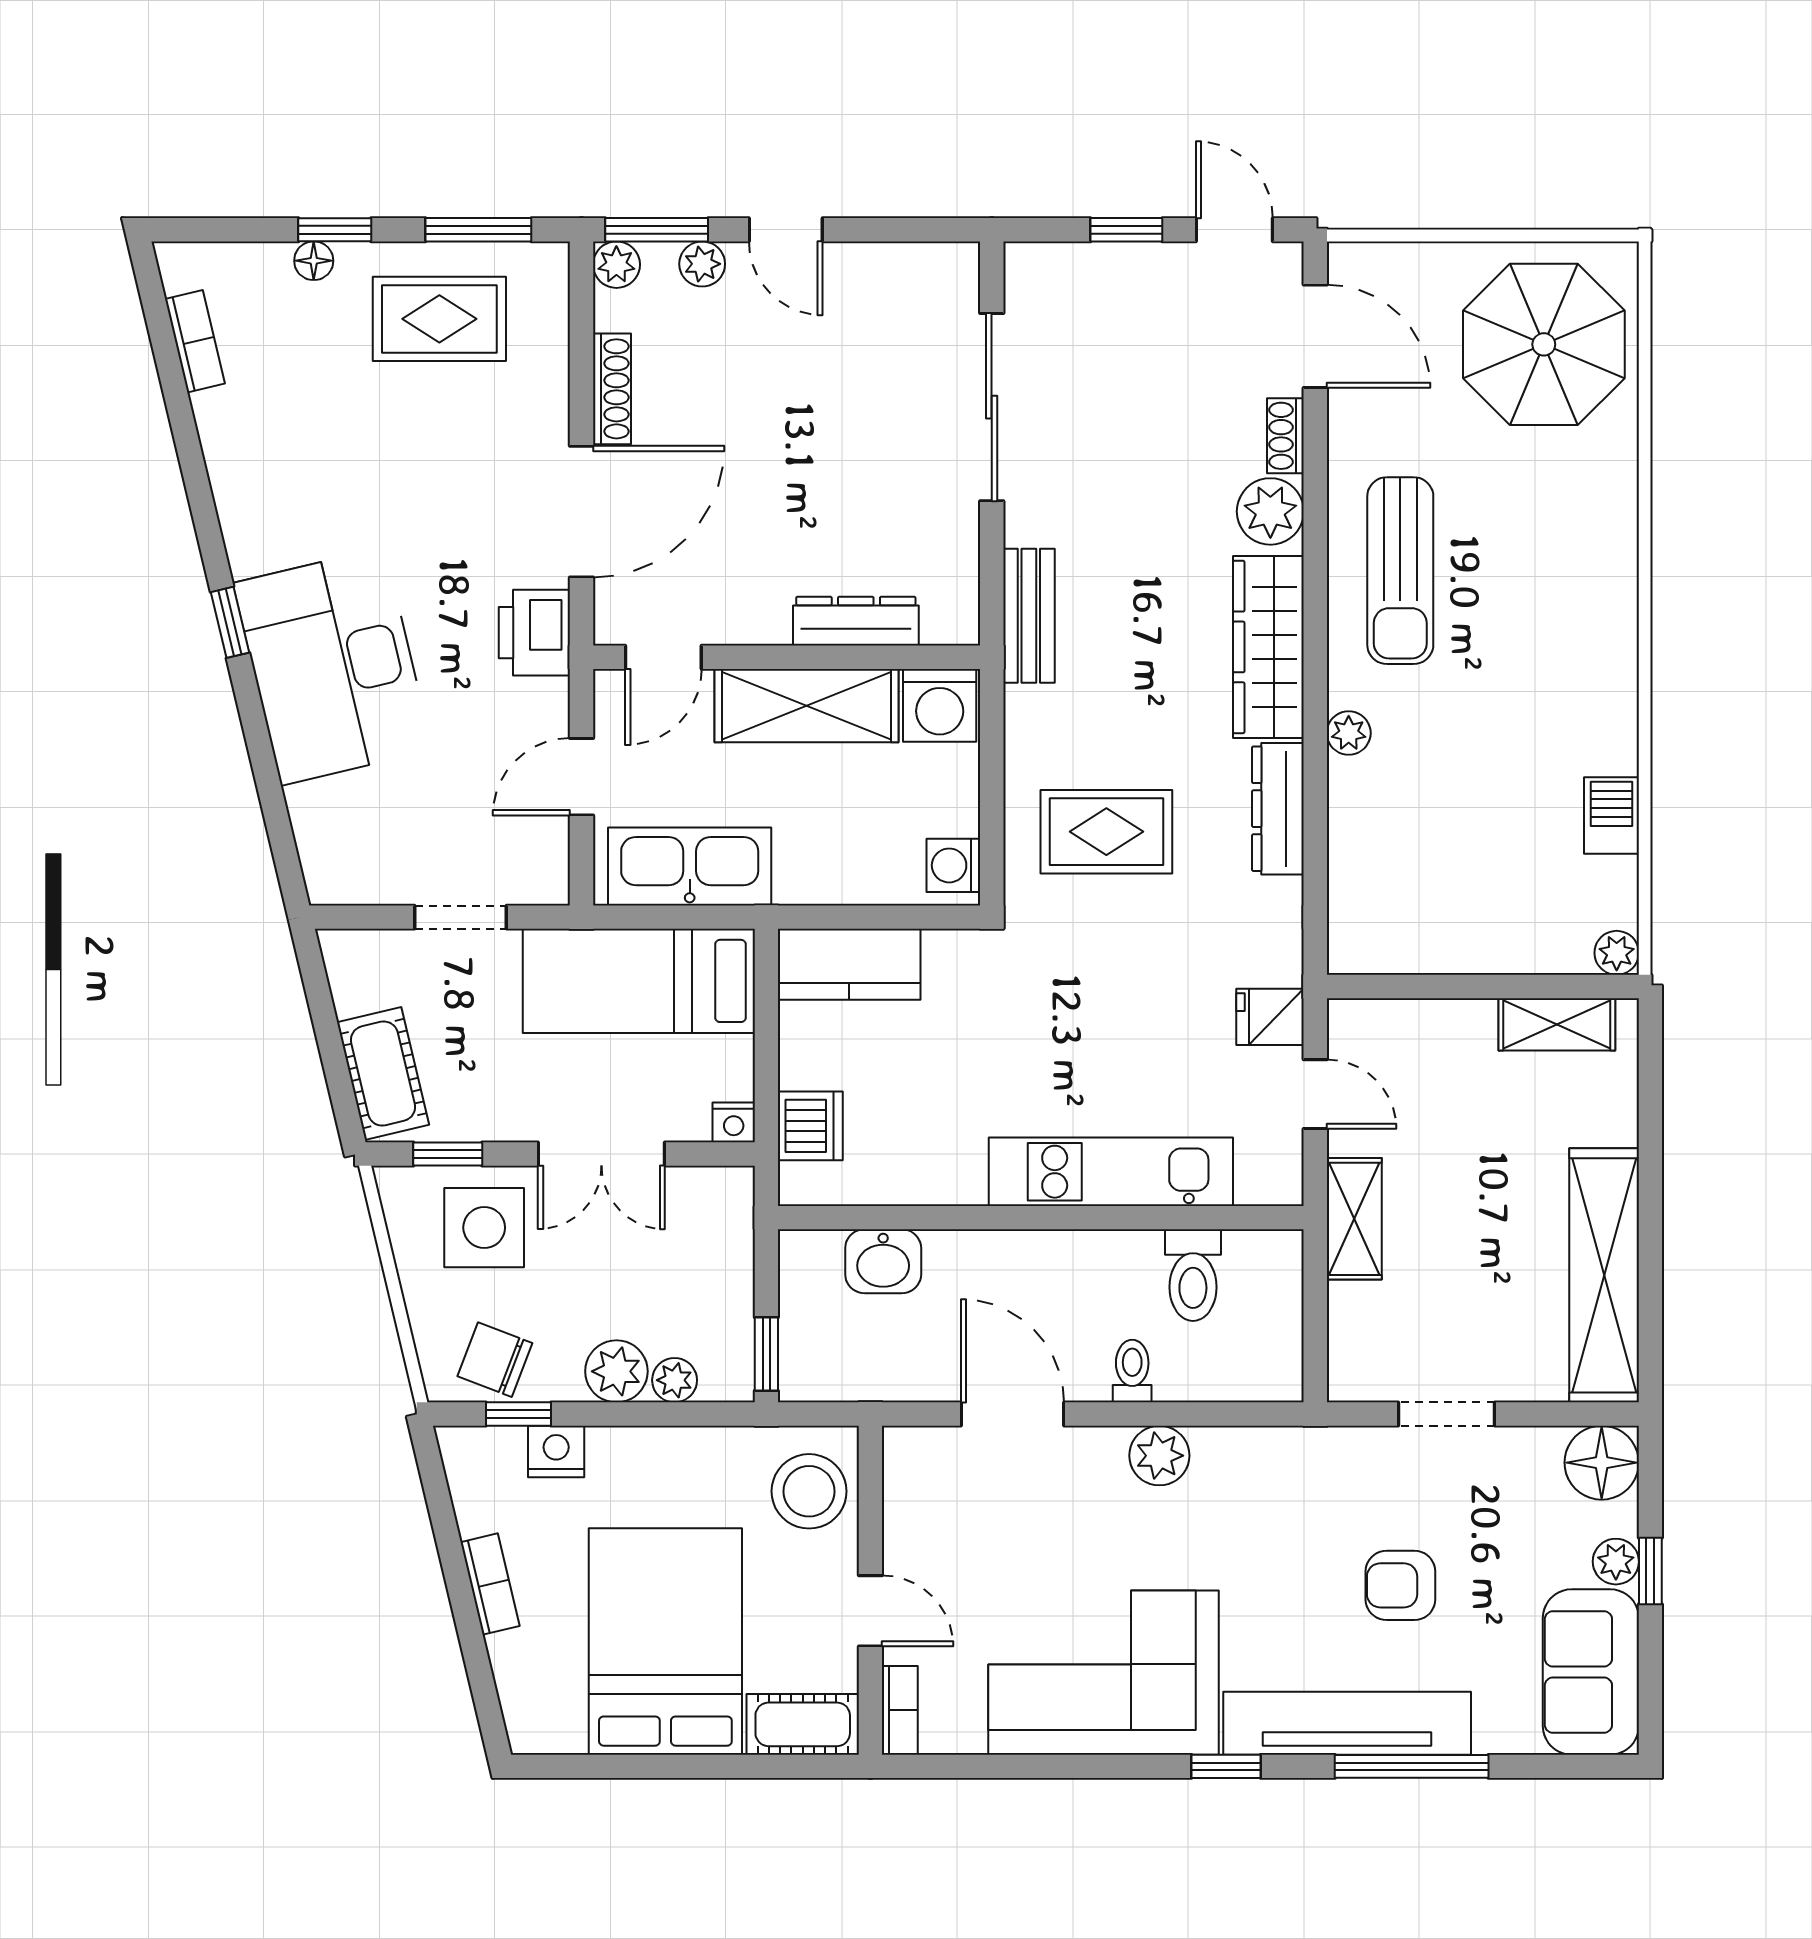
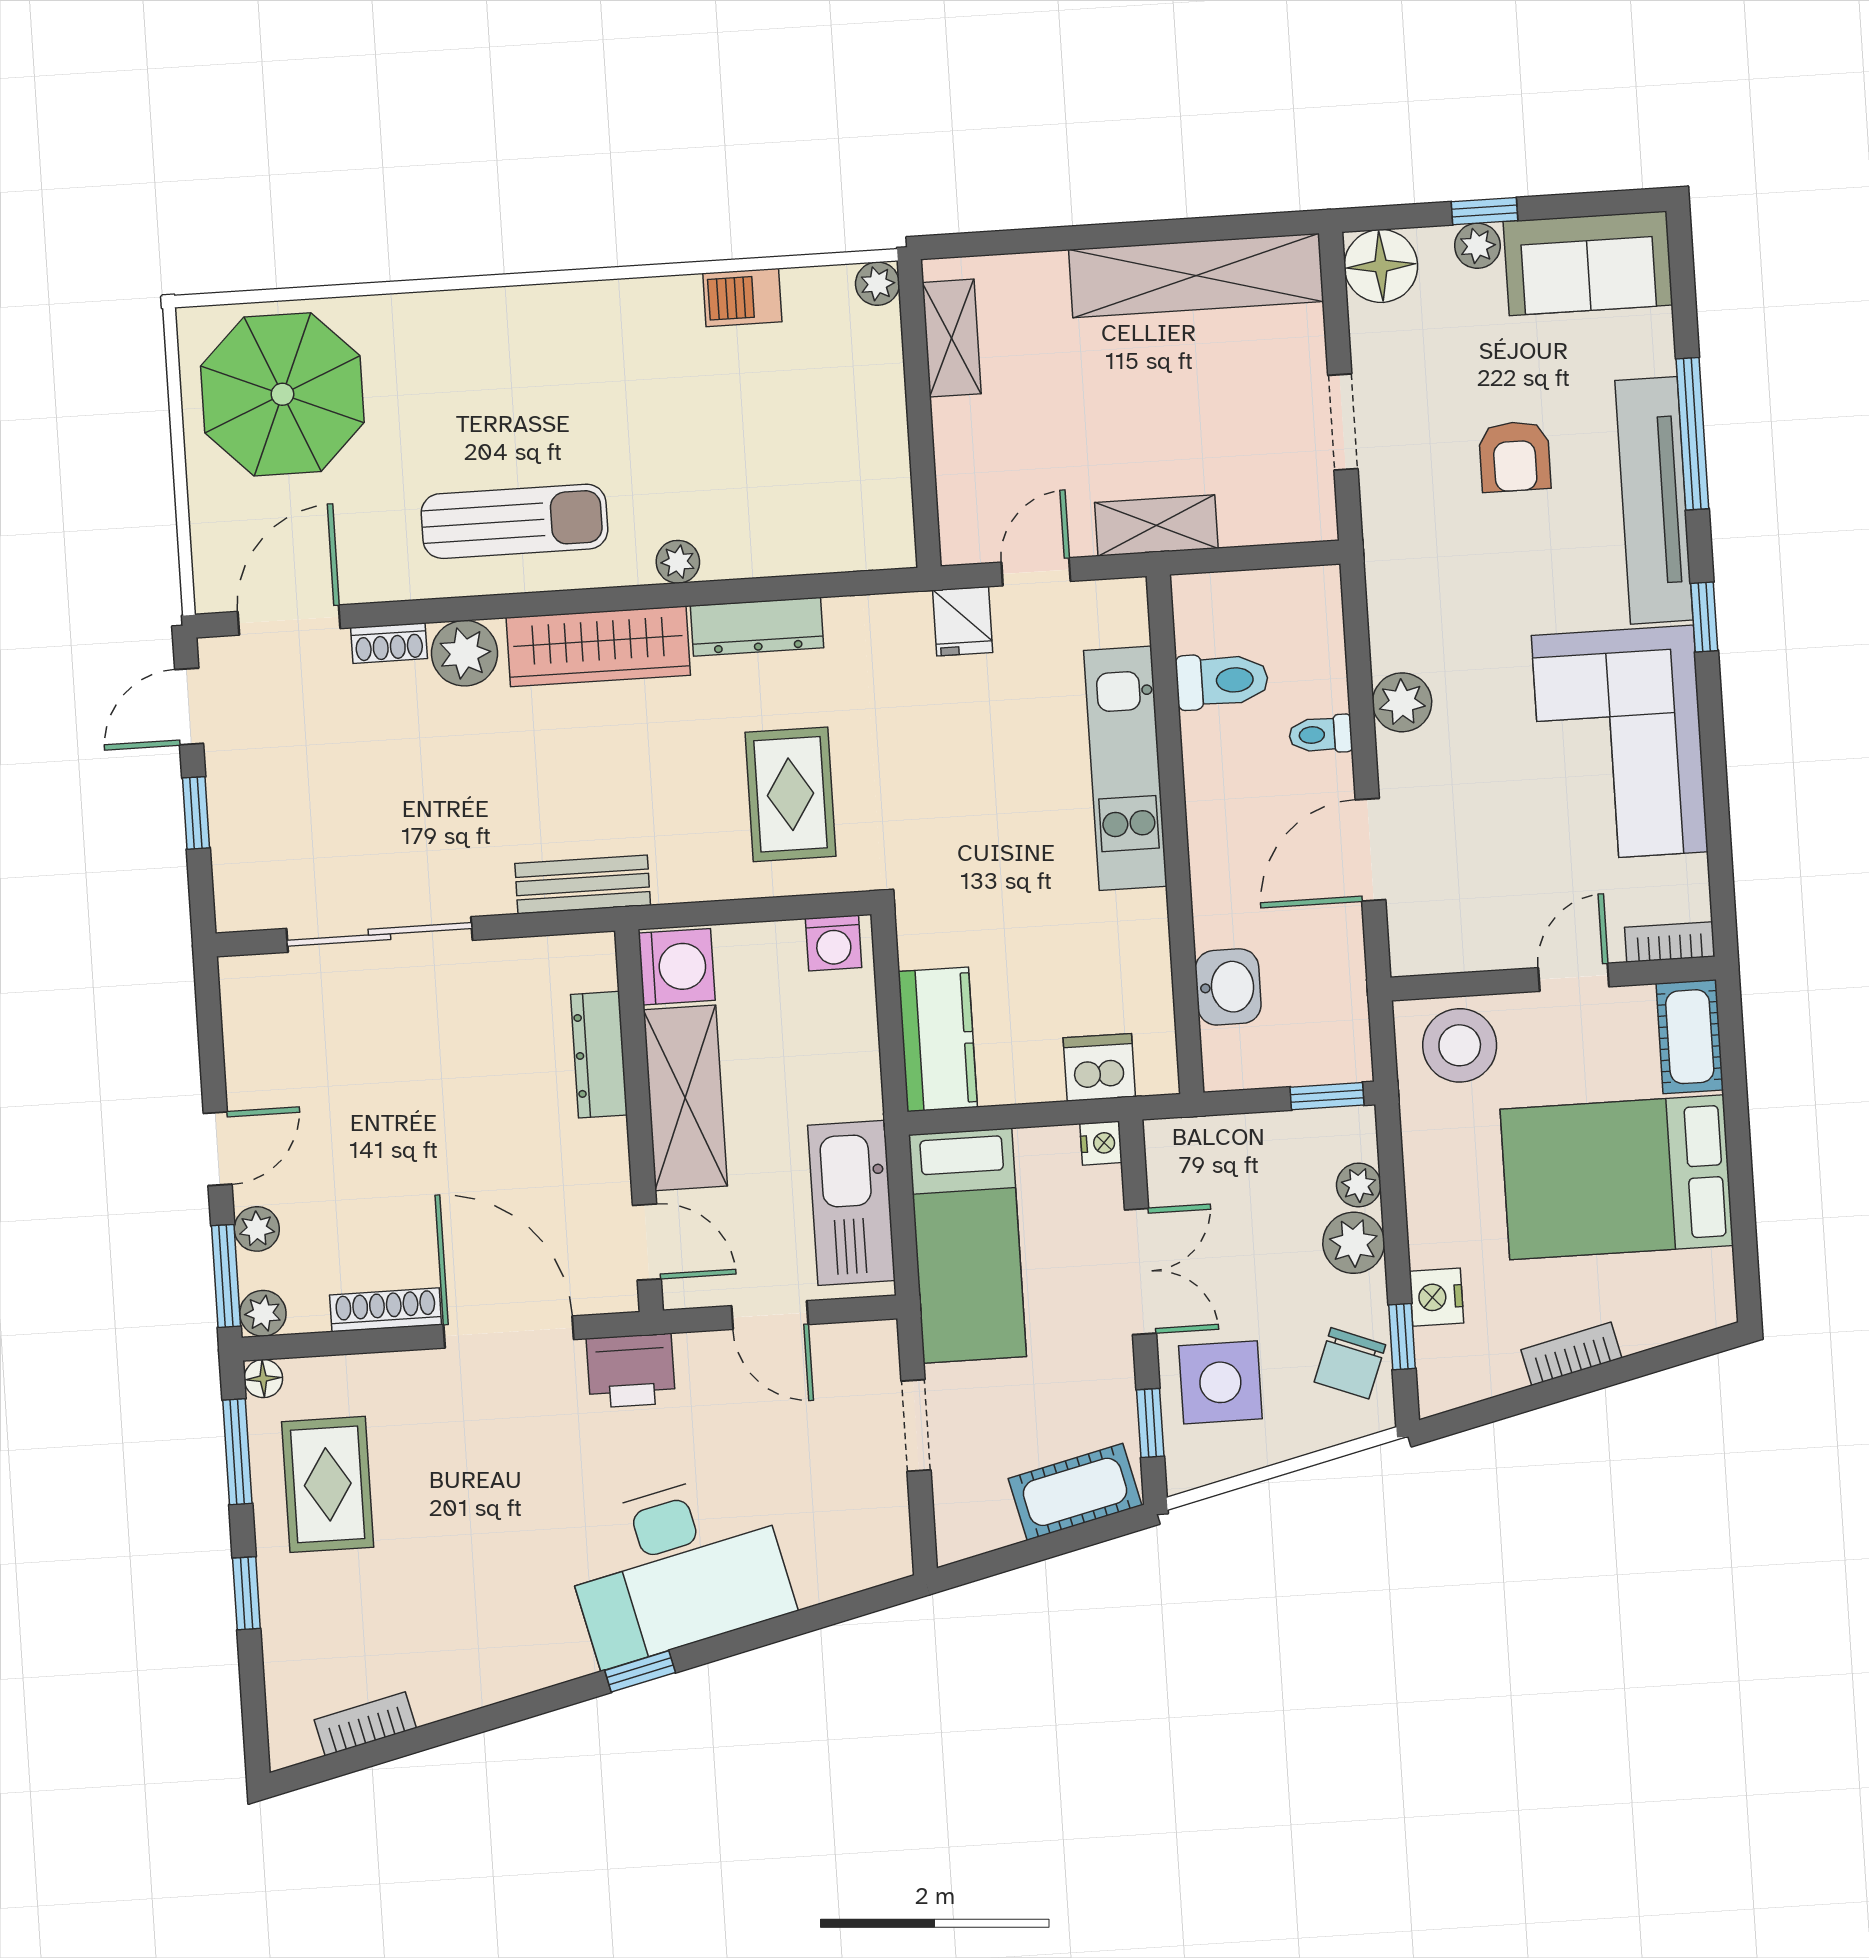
floor lamp: (314, 261) -> (263, 1379), moved

